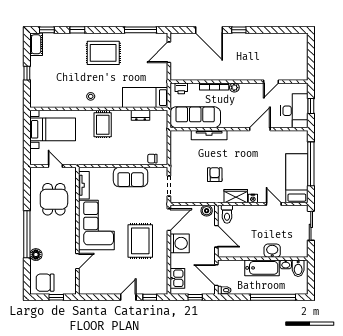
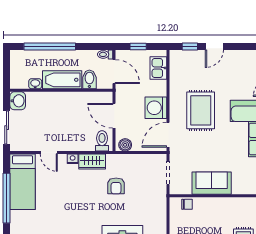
washbasin: (272, 251) -> (18, 101), moved, turned -90
bidet: (298, 268) -> (89, 79), moved

